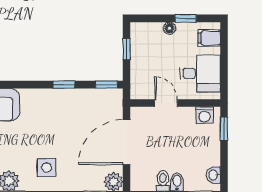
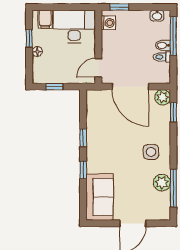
desk: (200, 73) -> (74, 26), width x1.37
window: (106, 85) -> (83, 170), moved
door: (166, 103) -> (98, 68), moved

